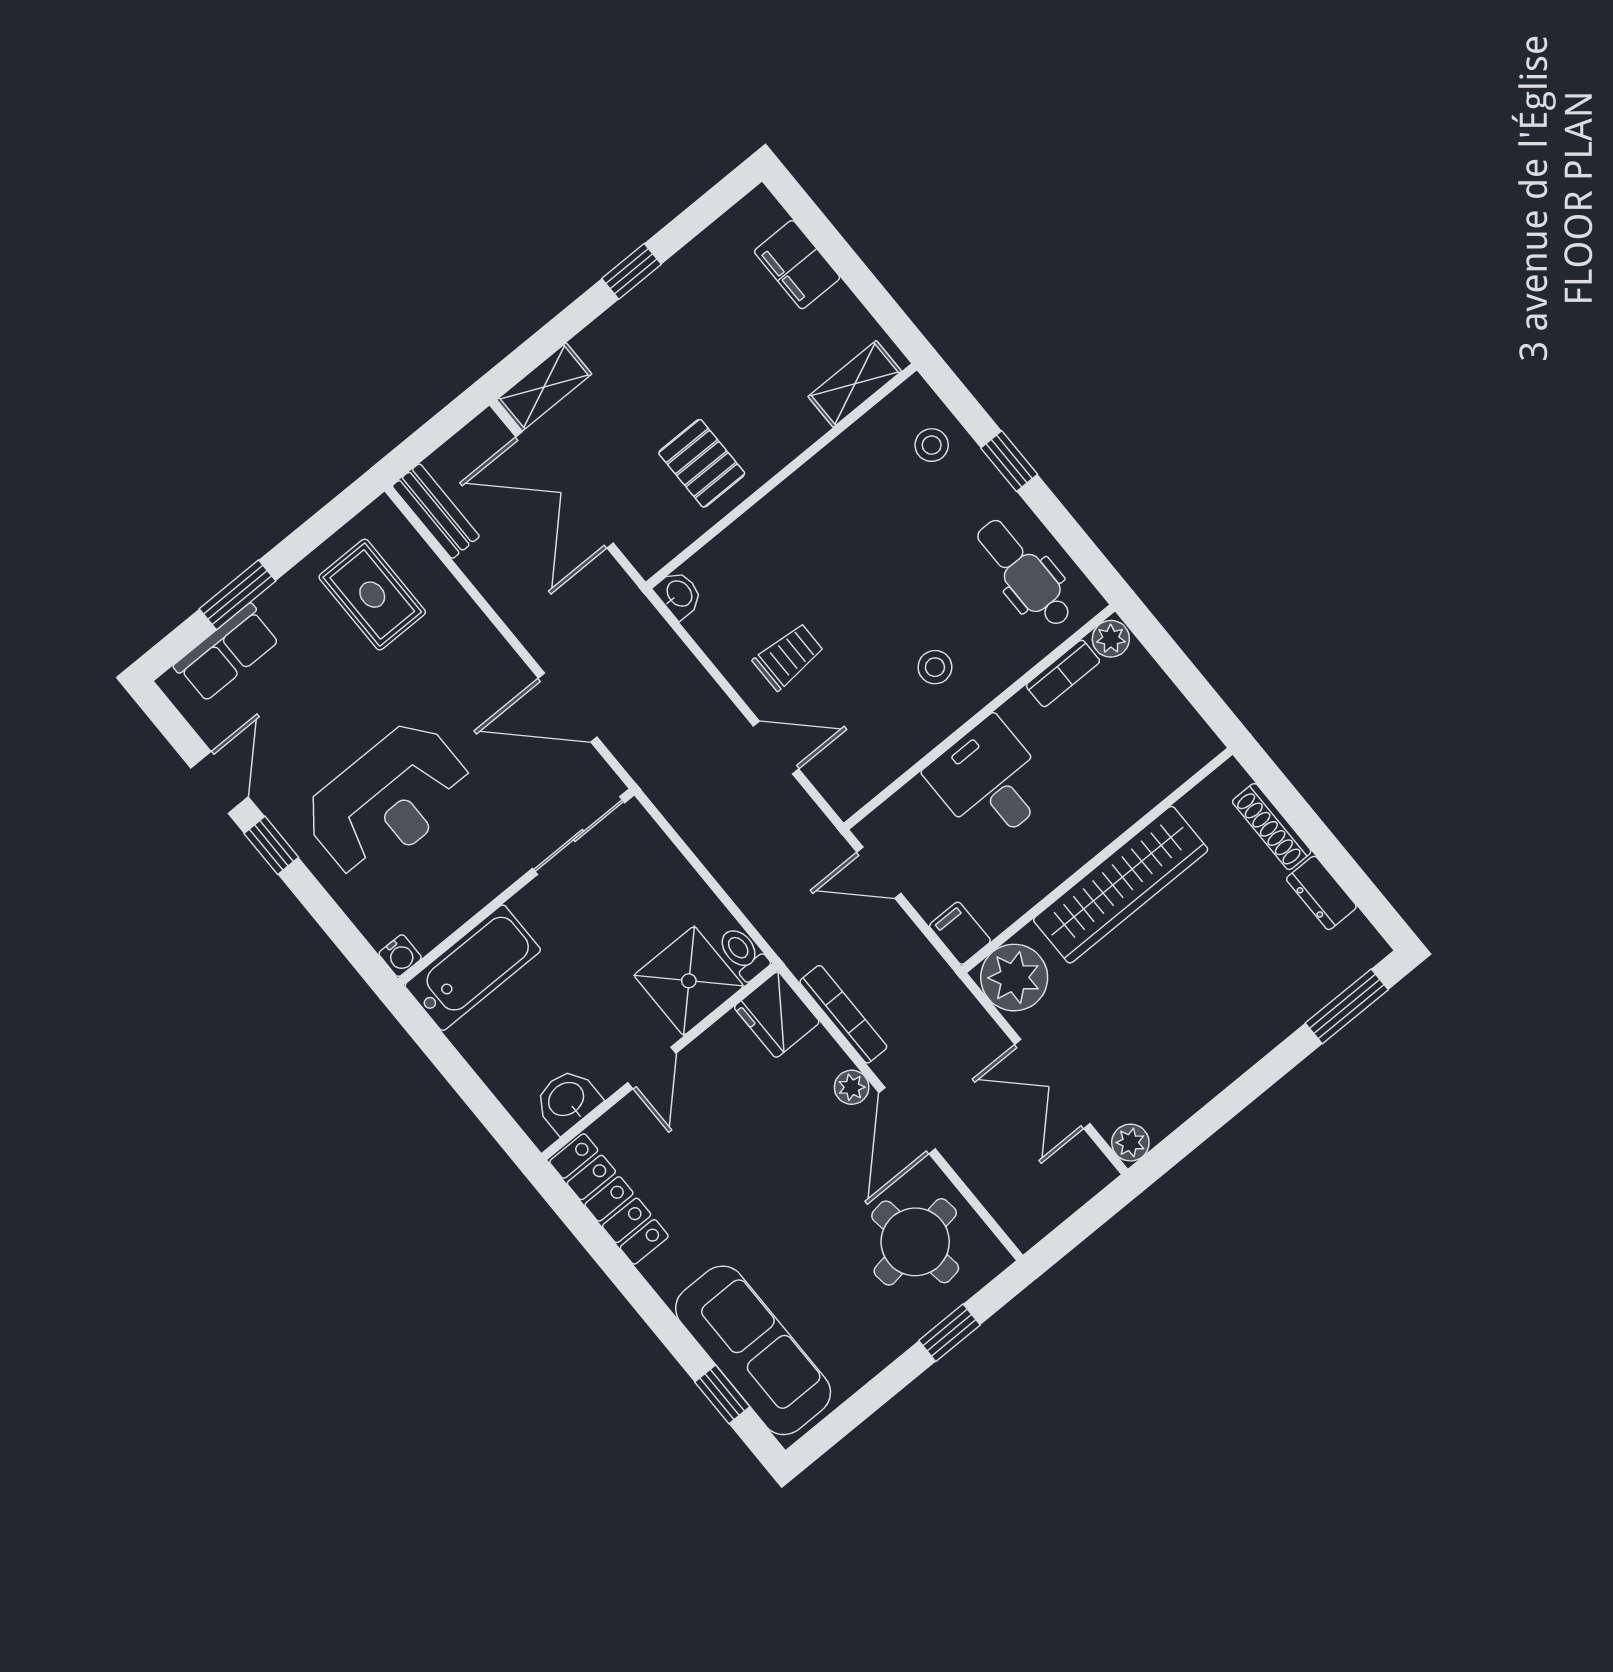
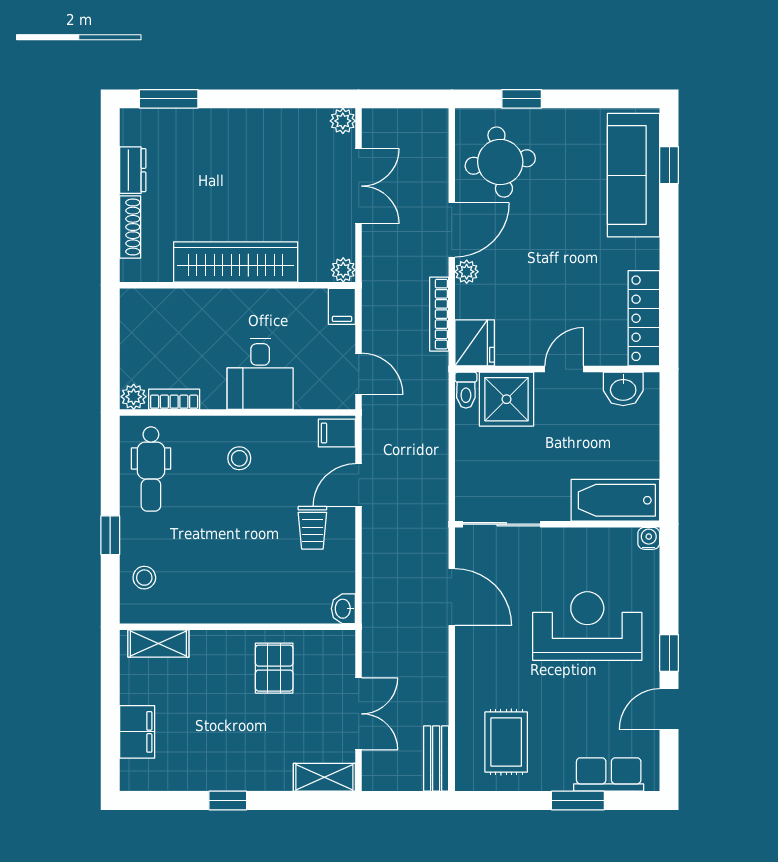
double door: (564, 490) -> (359, 714), width x0.73
trolley: (788, 657) -> (312, 528), turned -90
door: (776, 748) -> (359, 485), hinge flipped
filing cabinet: (849, 786) -> (337, 433), added
plant: (1014, 978) -> (343, 270), width x0.53, depth x0.53

